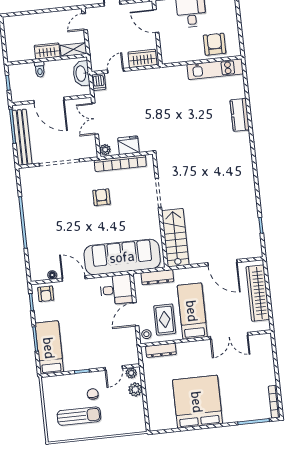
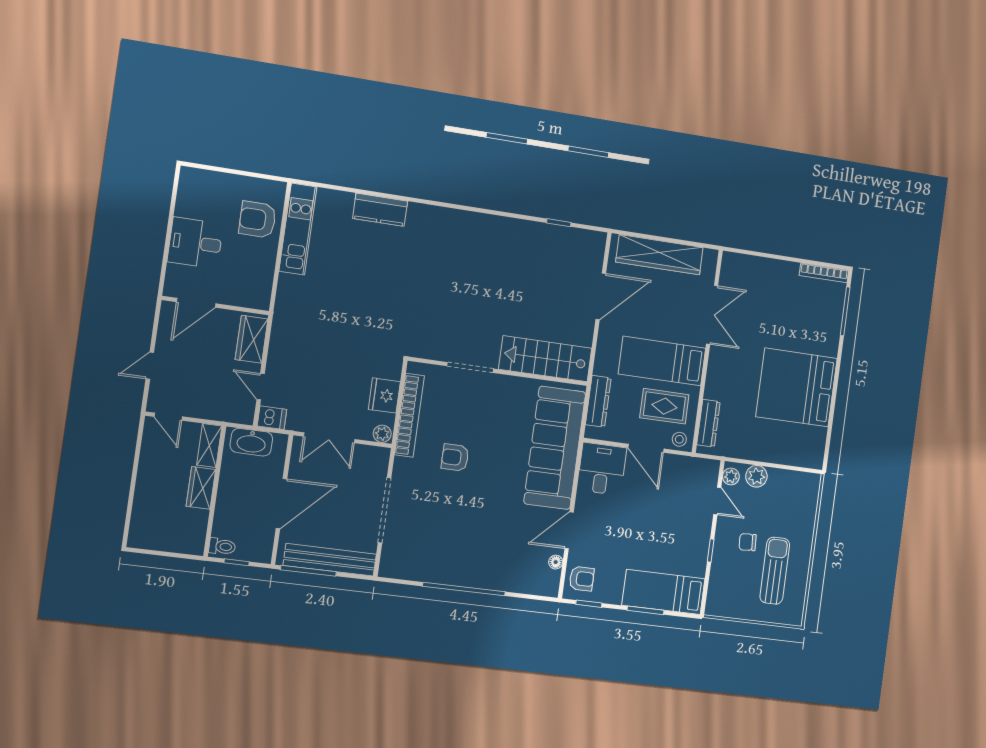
toilet: (40, 69) -> (222, 546), moved

